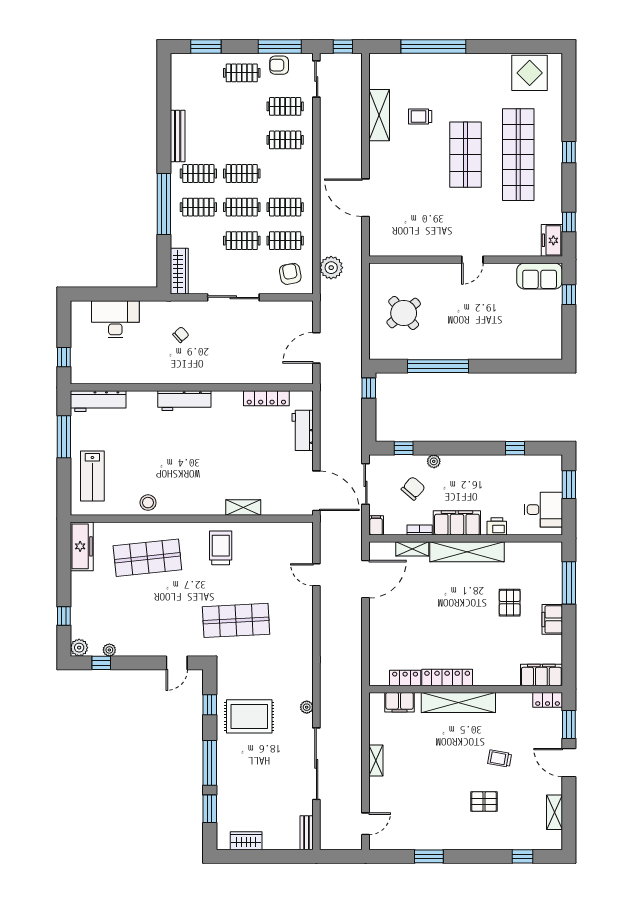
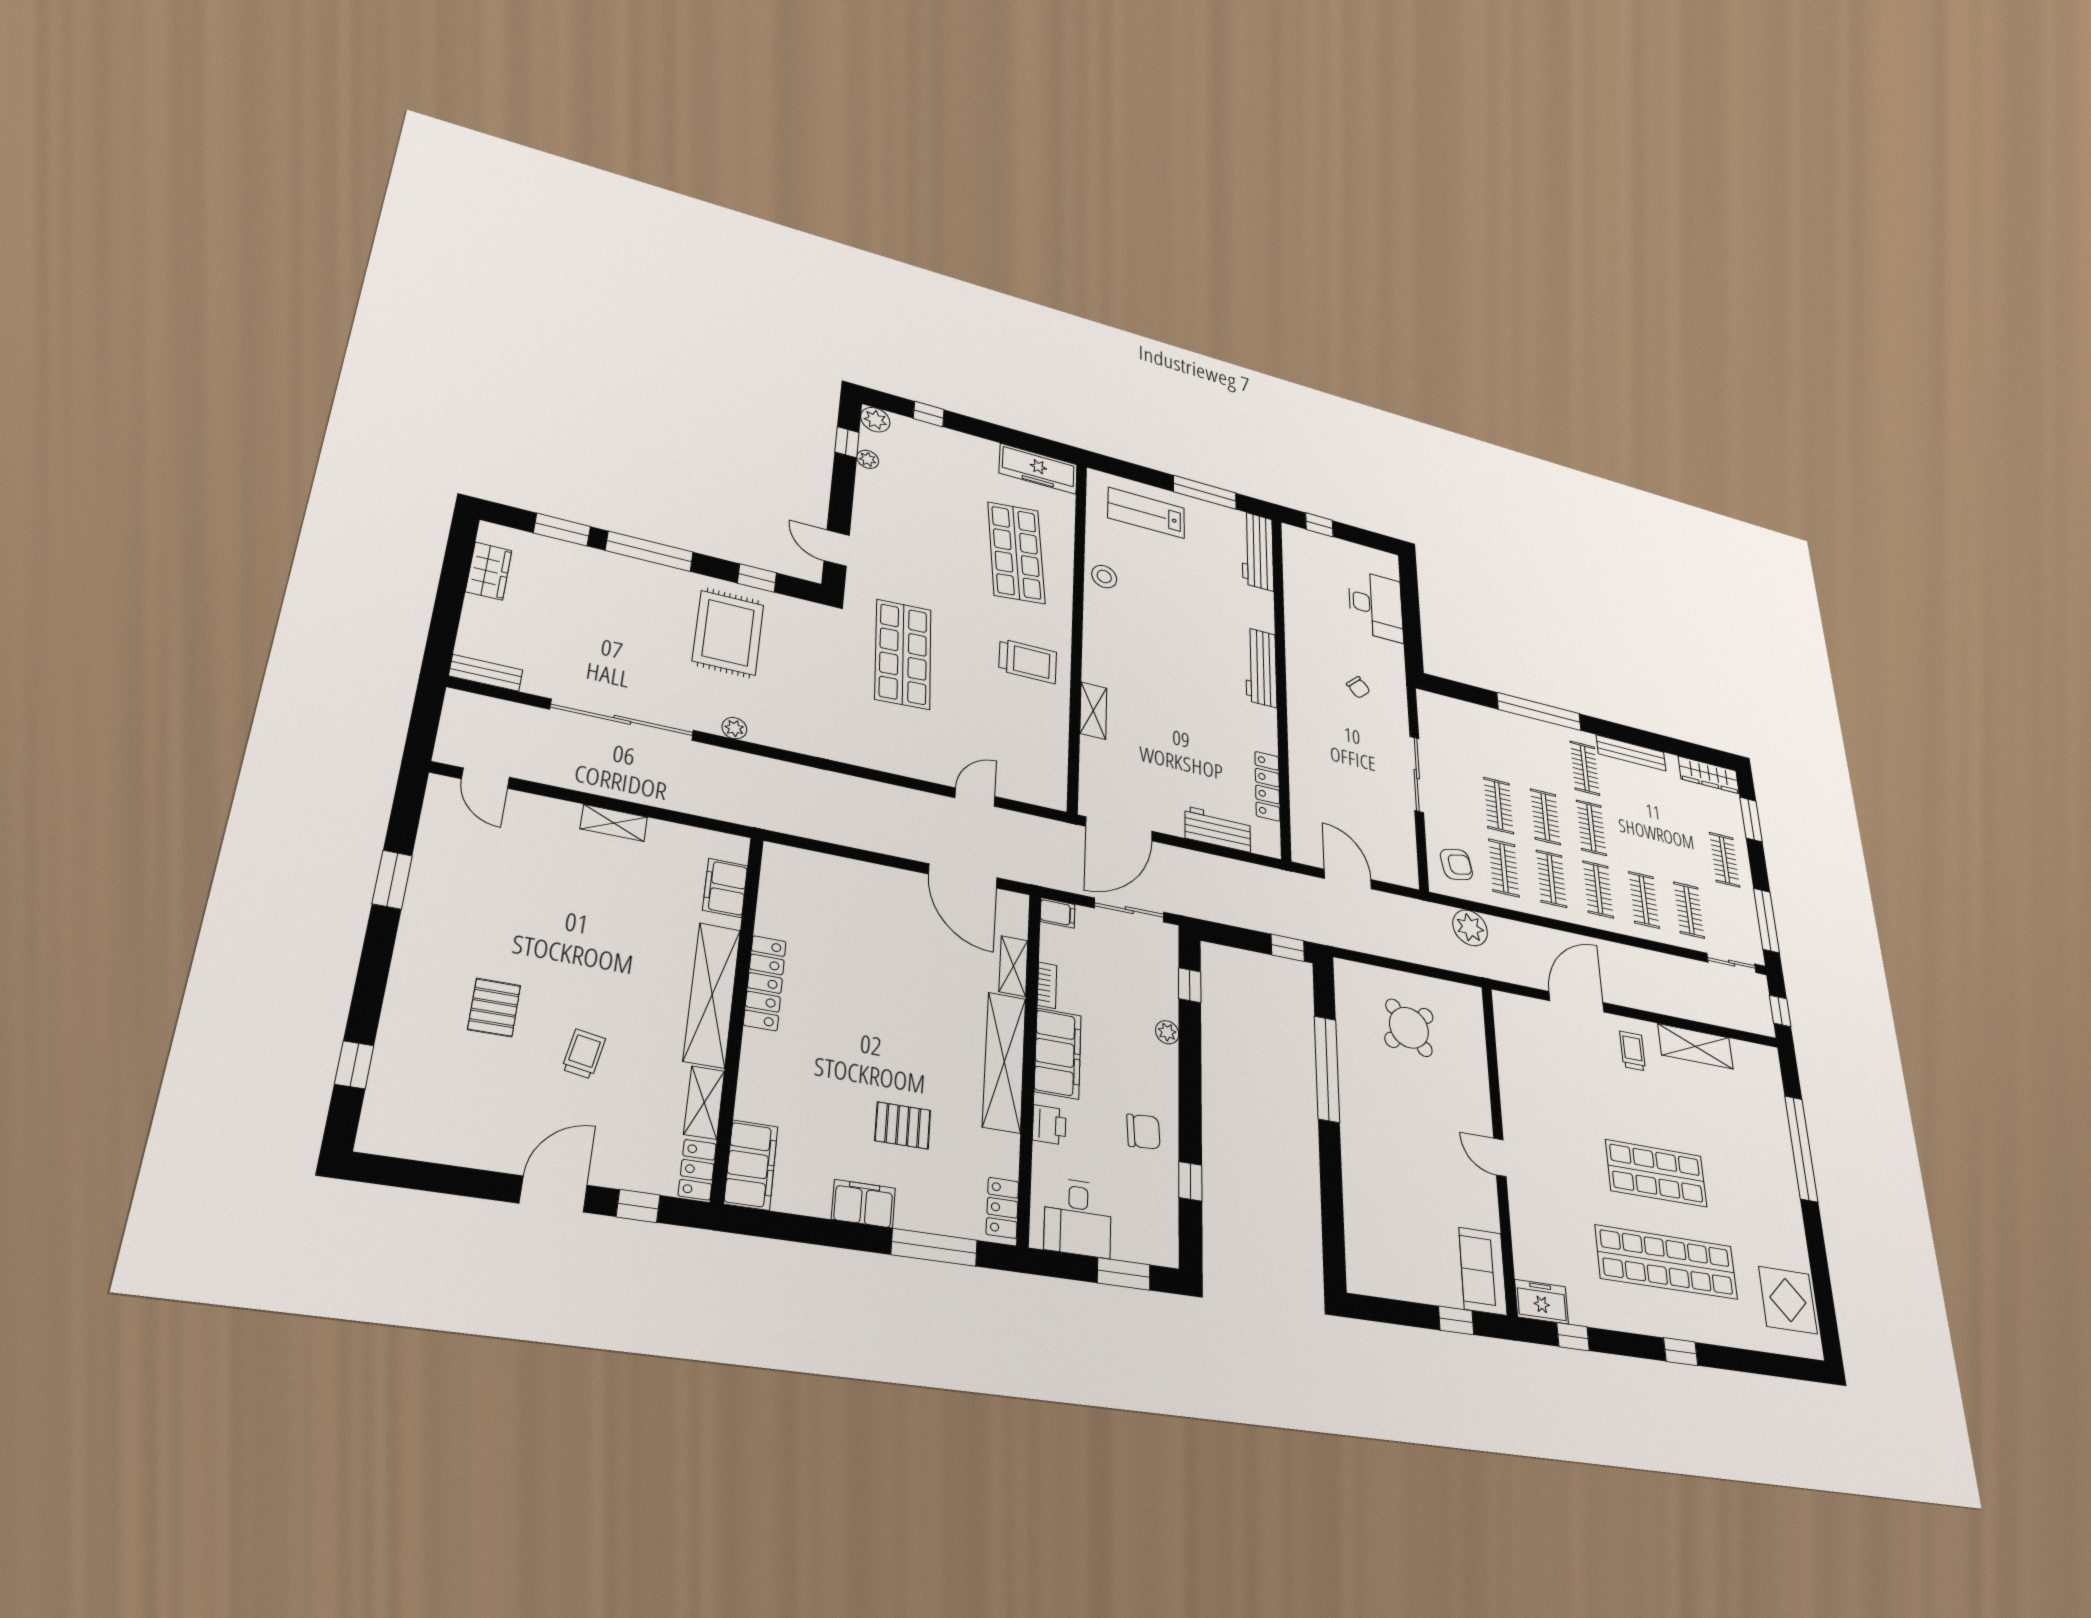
armchair: (279, 65) -> (1742, 914), removed
trolley: (420, 116) -> (1633, 1051), moved
clothes rail: (198, 207) -> (1598, 889), moved
wardrobe: (179, 271) -> (1709, 775), moved
chair: (413, 488) -> (1143, 1132), moved, turned -45
locker: (405, 678) -> (1002, 1208), moved, turned 180
window: (569, 725) -> (638, 1206), width x0.67
shelving: (554, 812) -> (704, 1103), moved, turned 90

